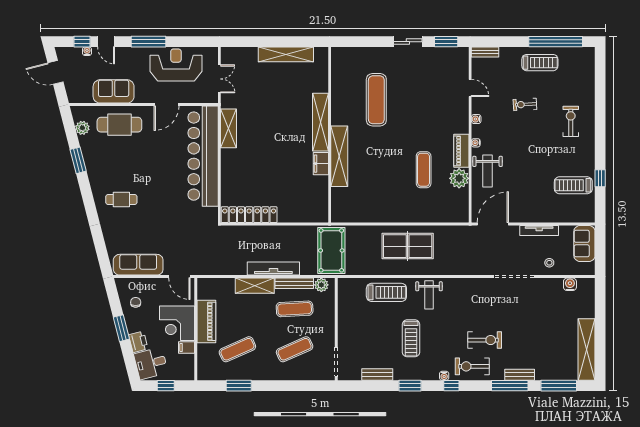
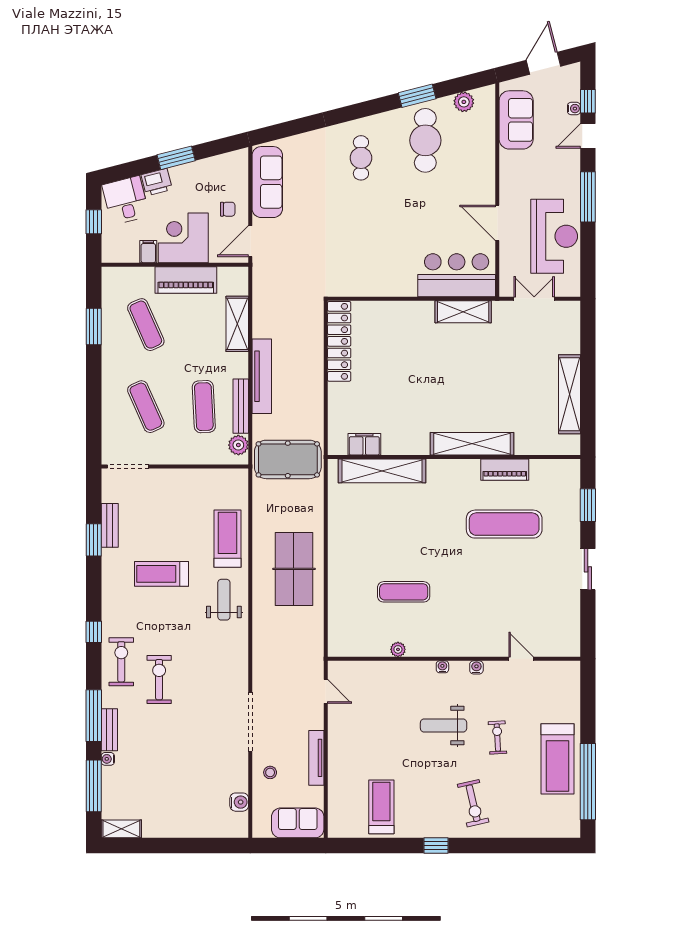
window: (446, 42) -> (588, 505), moved
bench: (485, 52) -> (573, 680), removed
treadmill: (540, 63) -> (558, 759), width x1.37, depth x1.38
double door: (219, 79) -> (534, 299), swing flipped
door: (470, 88) -> (521, 659), swing flipped
sofa: (114, 91) -> (516, 120), moved
exercise bike: (571, 121) -> (473, 803), turned 77
cafe table: (119, 125) -> (425, 140), moved
piano: (461, 151) -> (505, 470), moved, turned 180
bar counter: (203, 156) -> (457, 275), width x0.54
shelving: (339, 156) -> (382, 471), moved
filing cabinet: (321, 164) -> (364, 444), moved
weight bench: (488, 171) -> (444, 725), moved
plant: (459, 178) -> (398, 649), width x0.53, depth x0.53
window: (600, 178) -> (436, 846), moved
door: (493, 224) -> (326, 691), width x0.53
shelving: (255, 286) -> (237, 324), moved
treadmill: (386, 292) -> (228, 539), turned 180
weight bench: (429, 295) -> (224, 600), turned 90
chair: (136, 302) -> (228, 209), moved
exercise bike: (485, 340) -> (159, 680), turned 180
shelving: (587, 349) -> (121, 829), width x0.45, depth x0.75
water cooler: (444, 376) -> (108, 759), moved
window: (410, 386) -> (94, 540), moved

